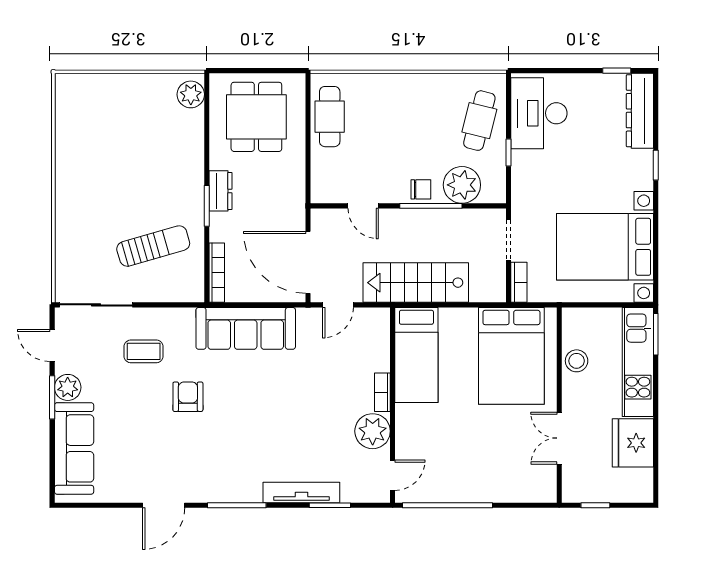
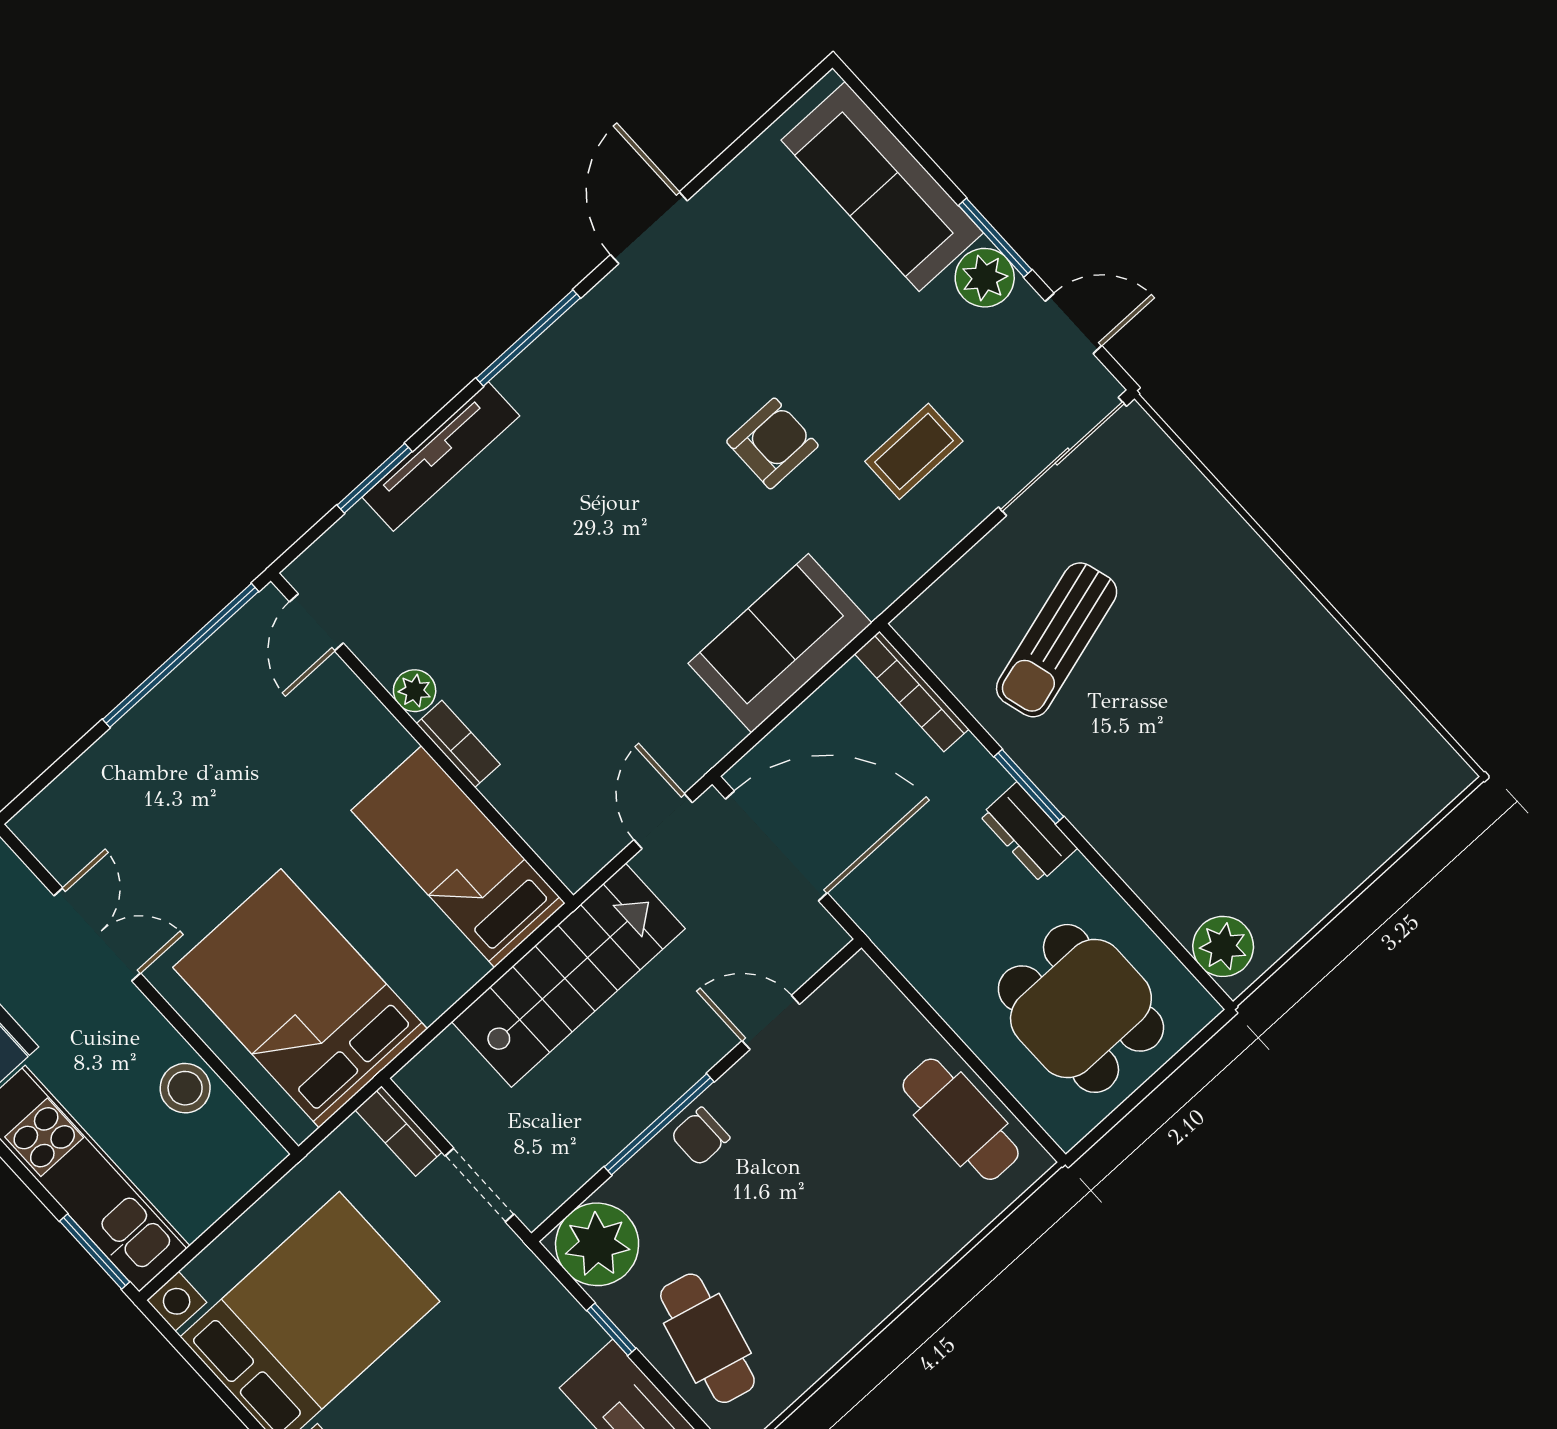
plant: (462, 185) -> (597, 1244), moved
sofa: (246, 328) -> (780, 643), width x0.73
armchair: (188, 397) -> (772, 443), turned -90
plant: (373, 431) -> (415, 691), width x0.53, depth x0.53

